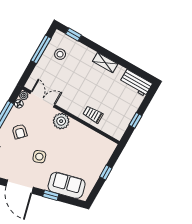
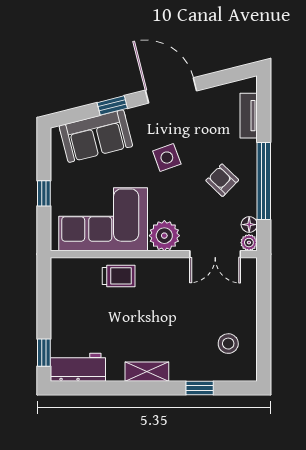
window: (74, 35) -> (200, 388), moved
window: (41, 49) -> (264, 334), removed
window: (136, 120) -> (44, 353), moved
corner sofa: (85, 145) -> (103, 219), added

